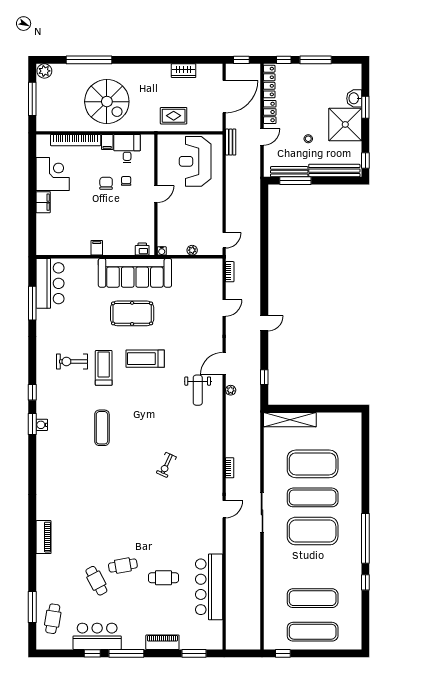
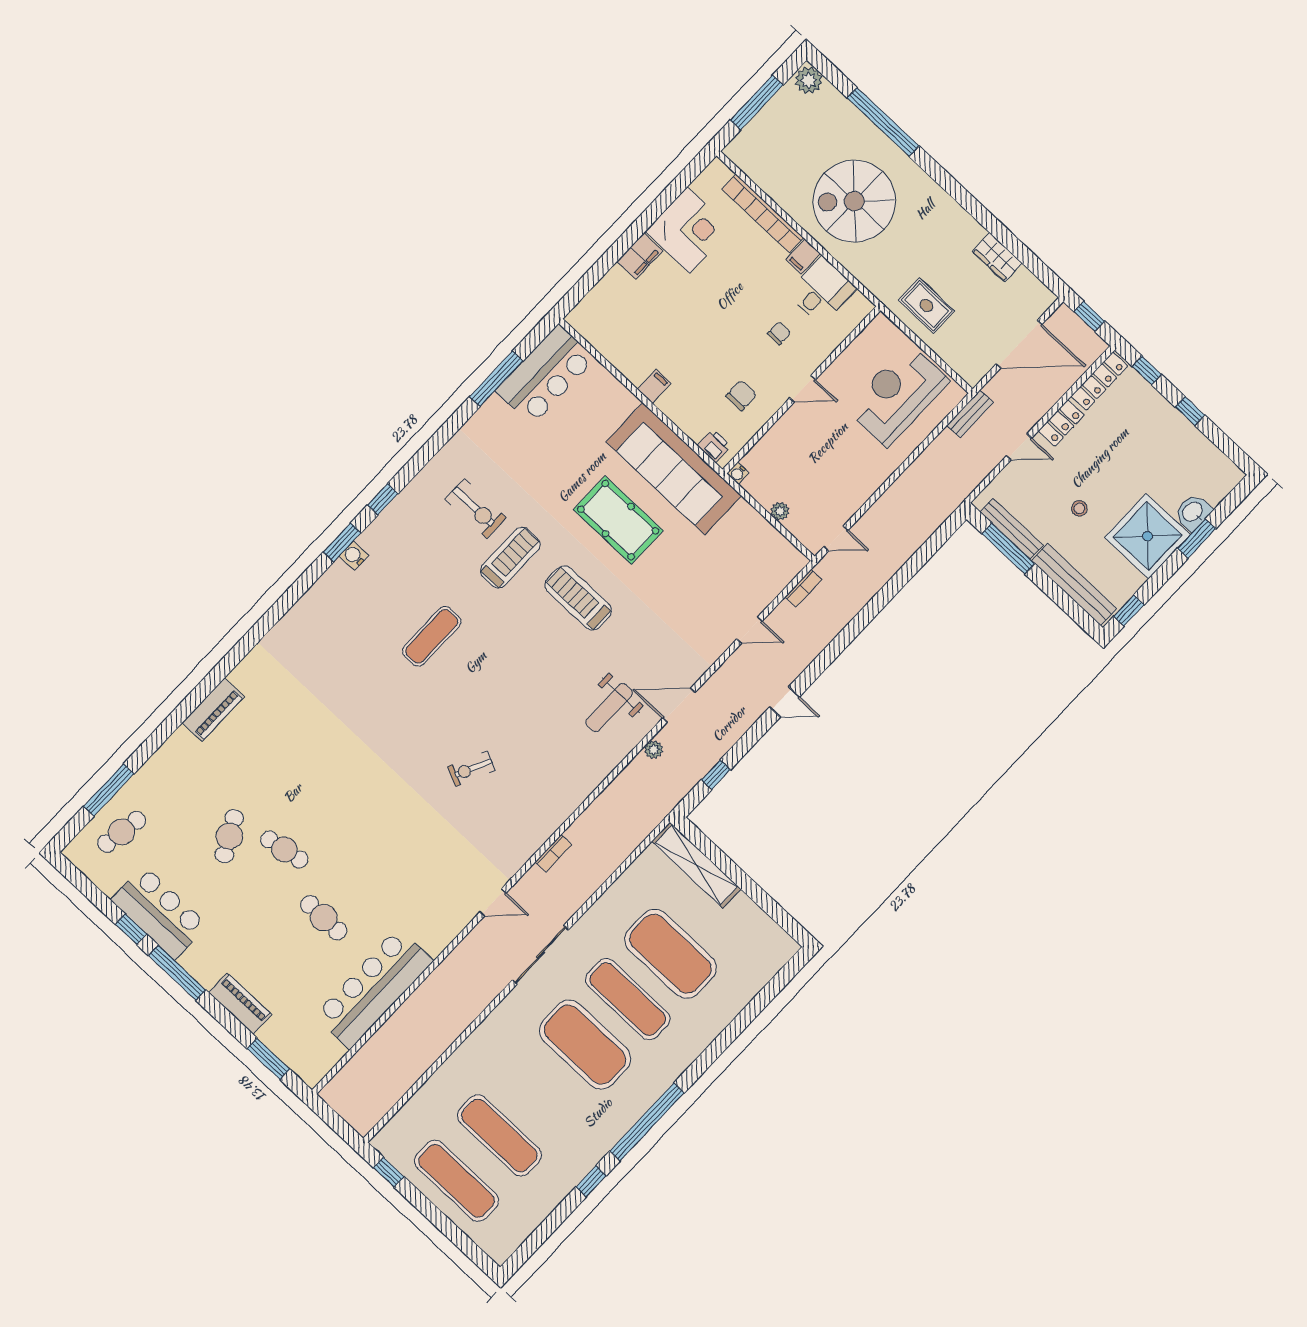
window: (316, 60) -> (1190, 411), width x0.46
spiral stairs: (107, 102) -> (854, 201), turned 90
chair: (106, 183) -> (741, 395), moved
exercise bike: (72, 361) -> (476, 508), turned 180

